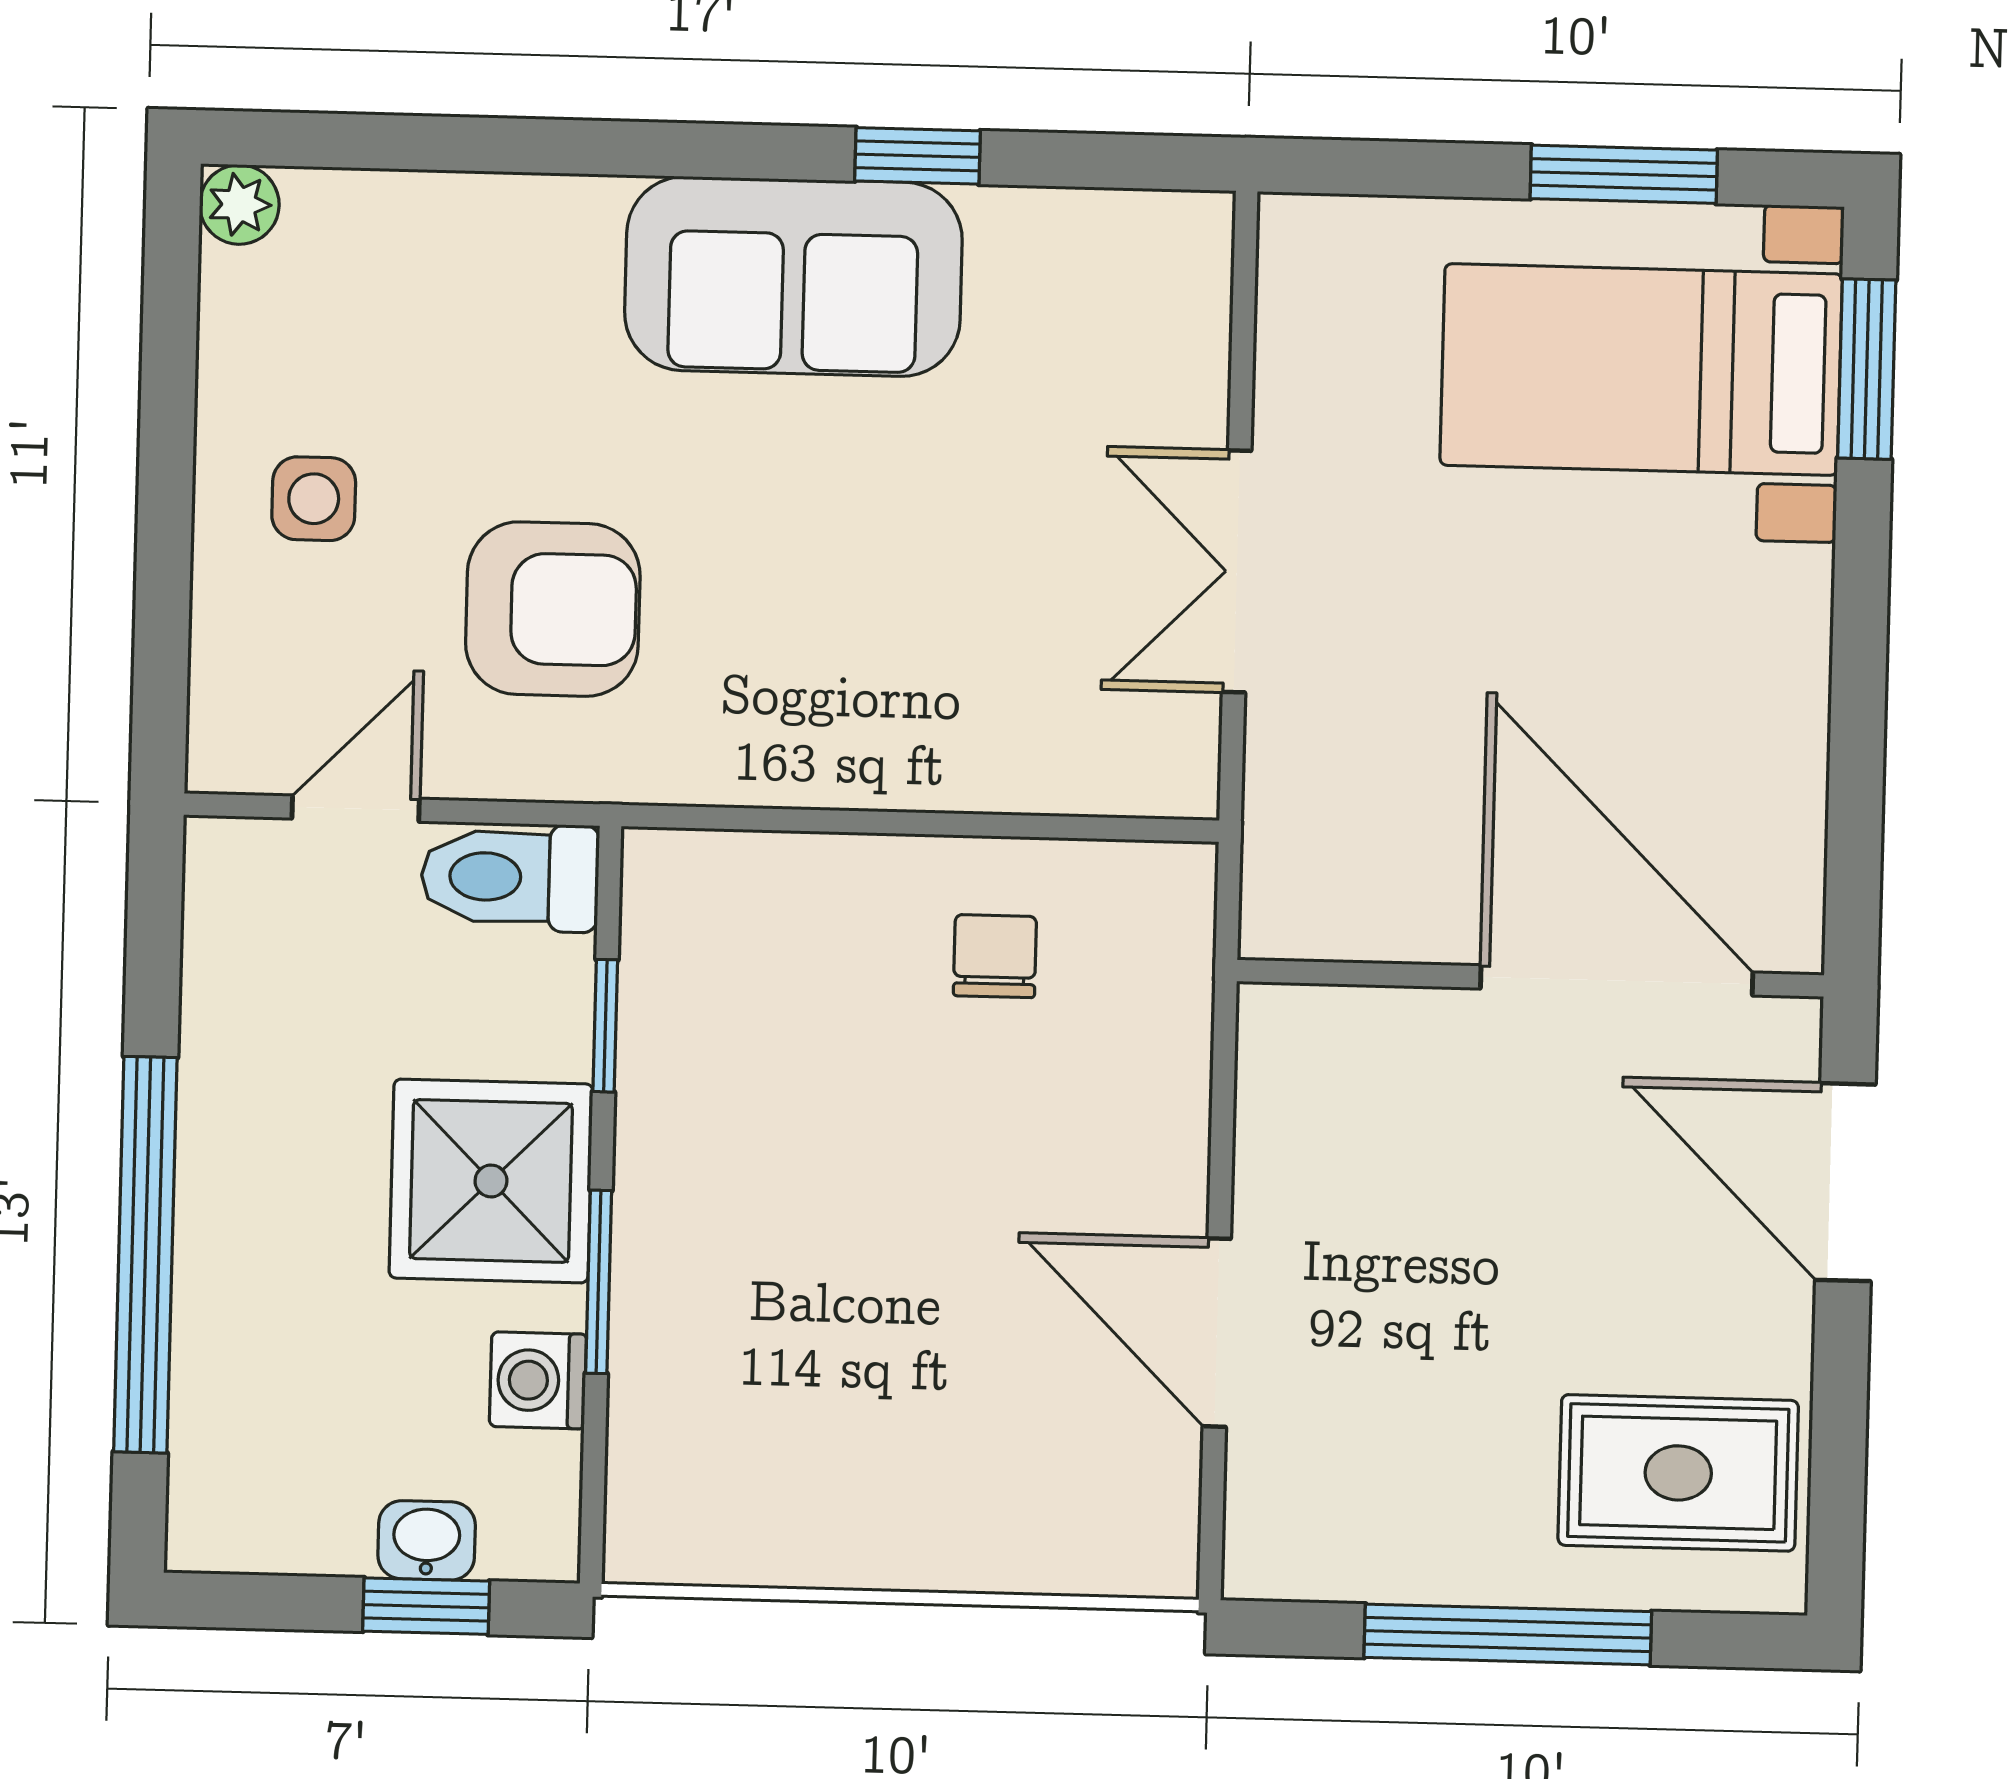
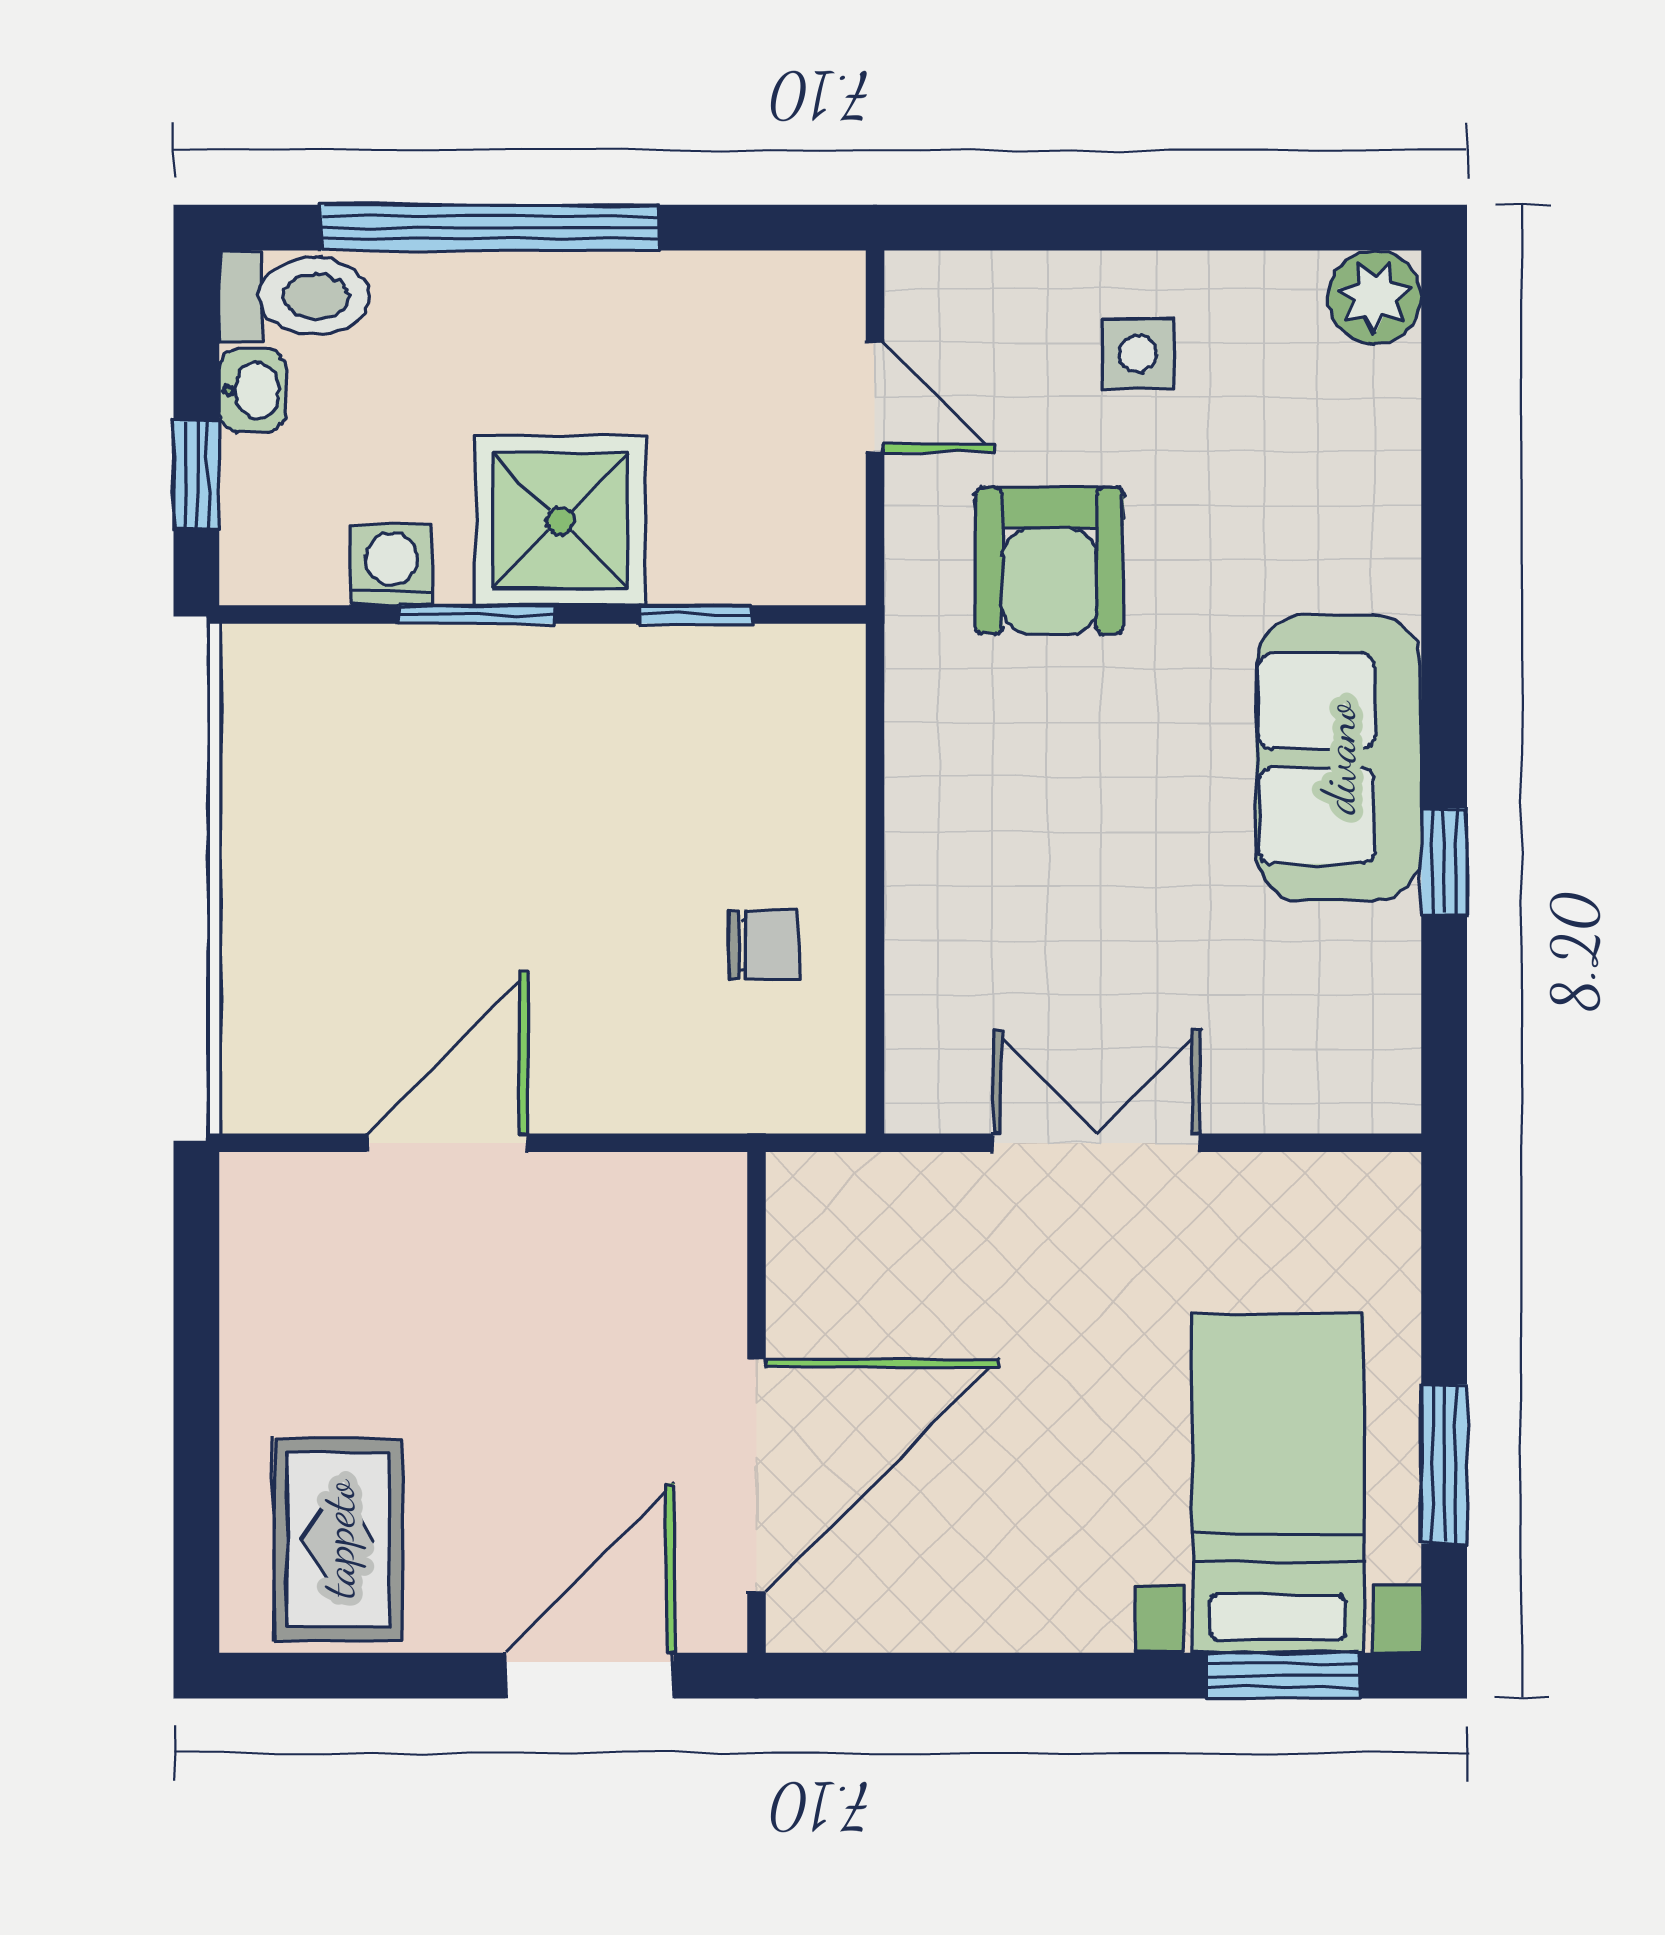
plant: (239, 205) -> (1375, 297), width x1.38, depth x1.38
toilet: (510, 877) -> (295, 296), moved, turned 90
washbasin: (427, 1540) -> (253, 391), moved
window: (1508, 1634) -> (196, 1398), removed

